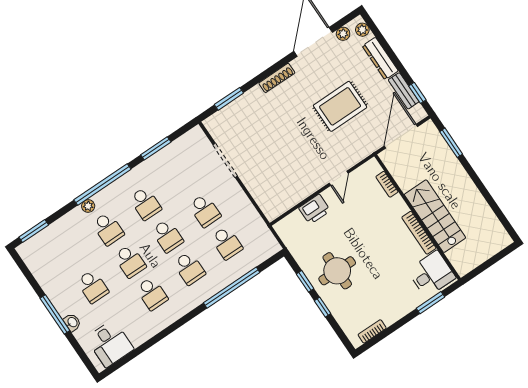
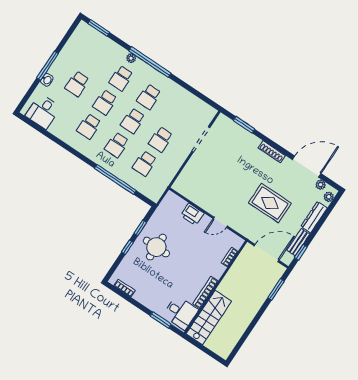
window: (156, 148) -> (190, 88), removed
stairs: (435, 216) -> (209, 317), moved

